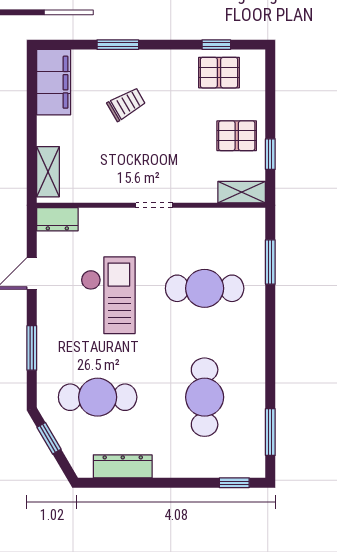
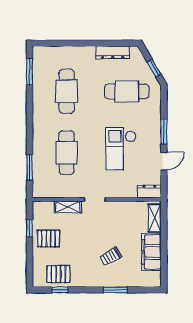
filing cabinet: (54, 82) -> (152, 252), moved
shelving: (242, 192) -> (68, 207), moved
cafe table: (205, 288) -> (67, 153), turned 90
window: (32, 348) -> (164, 131), moved
window: (234, 483) -> (50, 43), removed

